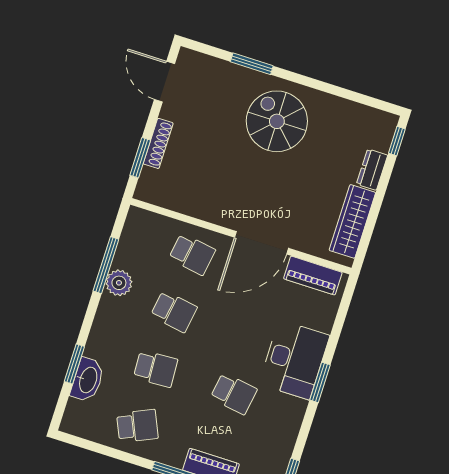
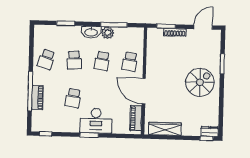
dresser: (372, 170) -> (210, 131), moved
washbasin: (87, 380) -> (91, 32), moved
school desk: (137, 426) -> (46, 59), turned 42

